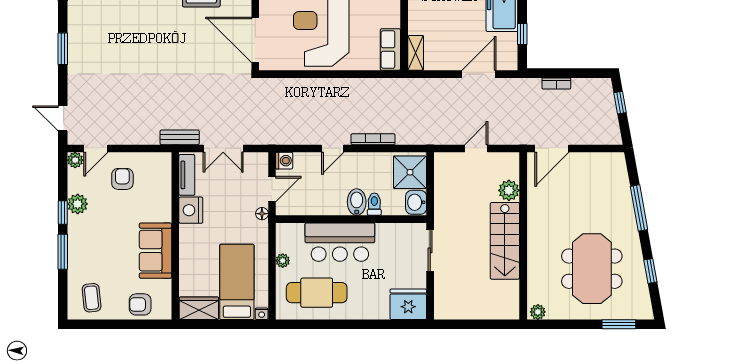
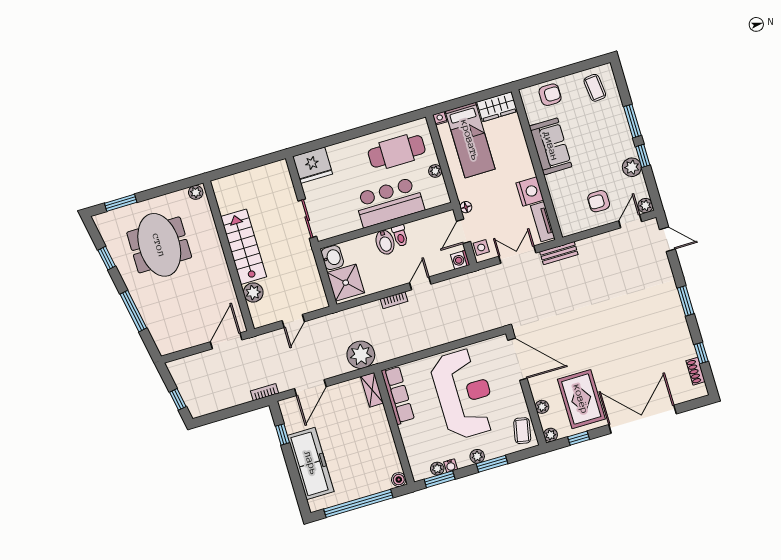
row of seats: (390, 50) -> (398, 395), width x1.48
bookcase: (556, 84) -> (264, 392), moved
plant: (416, 93) -> (361, 355), added
bookcase: (373, 139) -> (394, 300), width x0.64
side table: (258, 167) -> (481, 247), added
armchair: (122, 179) -> (599, 201), turned 90
toilet: (374, 204) -> (400, 236), moved

